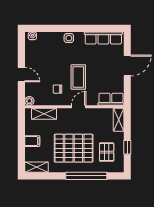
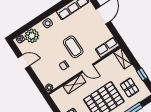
plant: (46, 40) -> (32, 36), added
door: (21, 74) -> (24, 62), moved
door: (79, 107) -> (88, 68), swing flipped
shelving: (44, 114) -> (74, 84), moved

